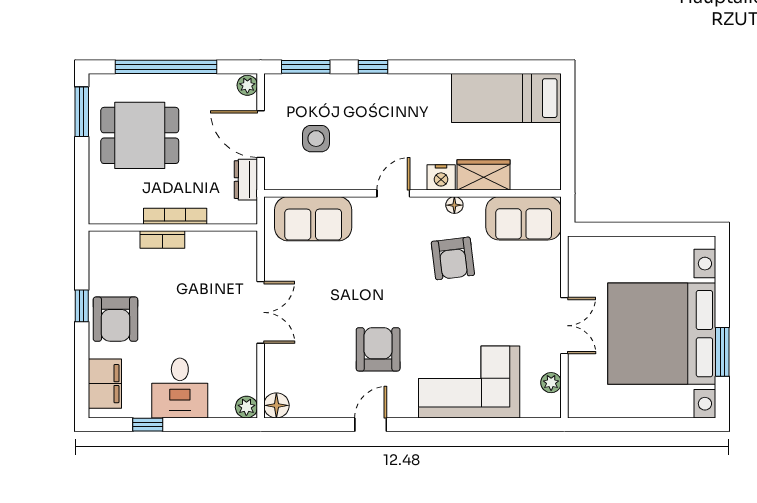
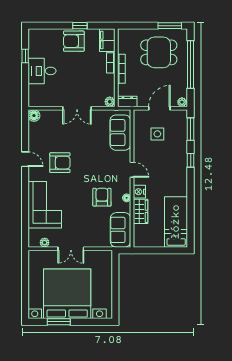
dining table: (140, 135) -> (159, 52), turned 90
dresser: (246, 180) -> (127, 101), moved
armchair: (453, 258) -> (102, 197), turned 97
filing cabinet: (105, 384) -> (107, 40), moved, turned 90
plant: (246, 407) -> (110, 102), moved

